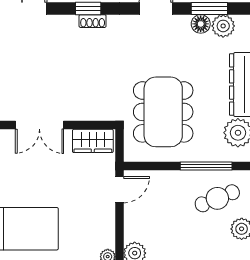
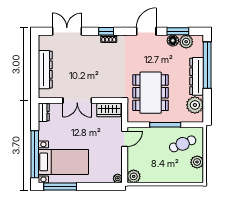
window: (206, 166) -> (165, 125), moved

